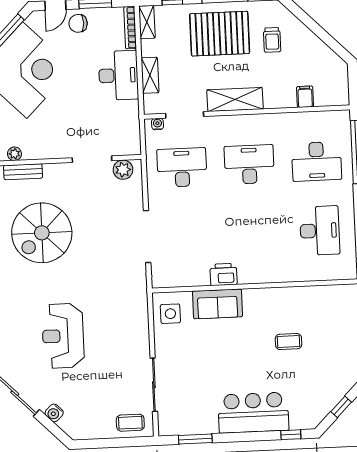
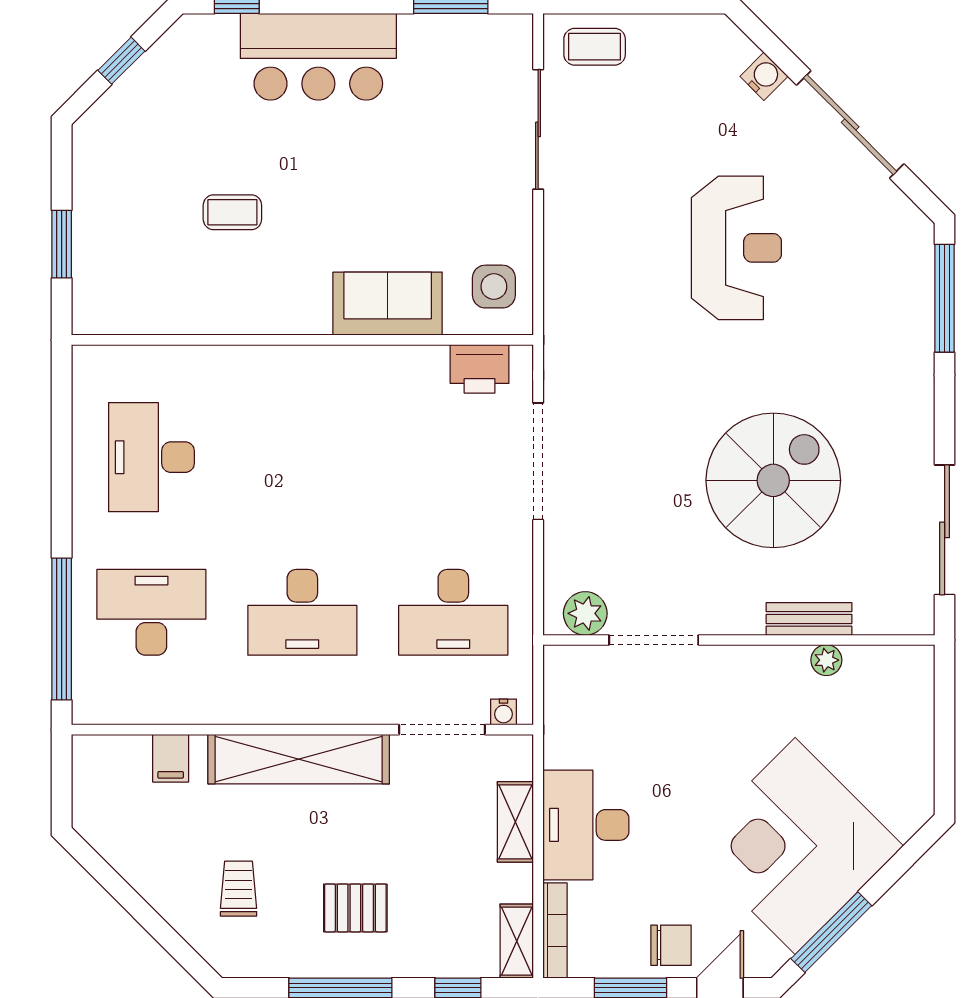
pallet: (220, 34) -> (355, 908), width x0.49, depth x0.50
shelving: (235, 99) -> (299, 759), width x1.47
printer: (224, 274) -> (480, 369), moved

